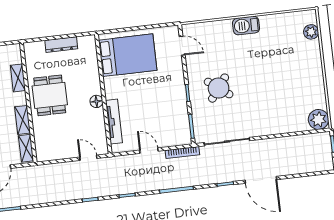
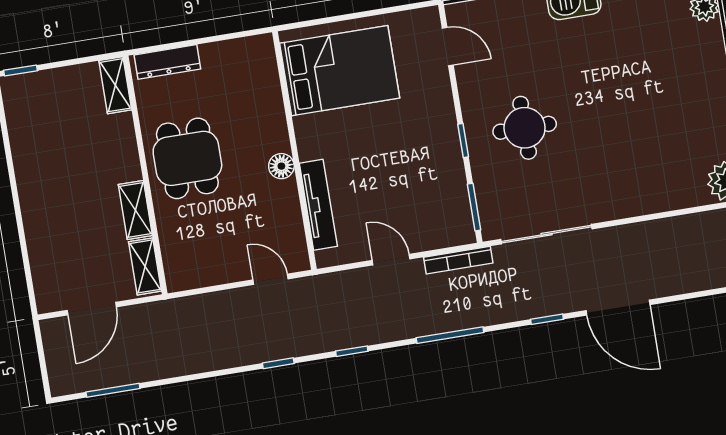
dresser: (61, 45) -> (167, 62), moved
shelving: (18, 78) -> (115, 85), moved
round table: (219, 88) -> (525, 128), turned -37

